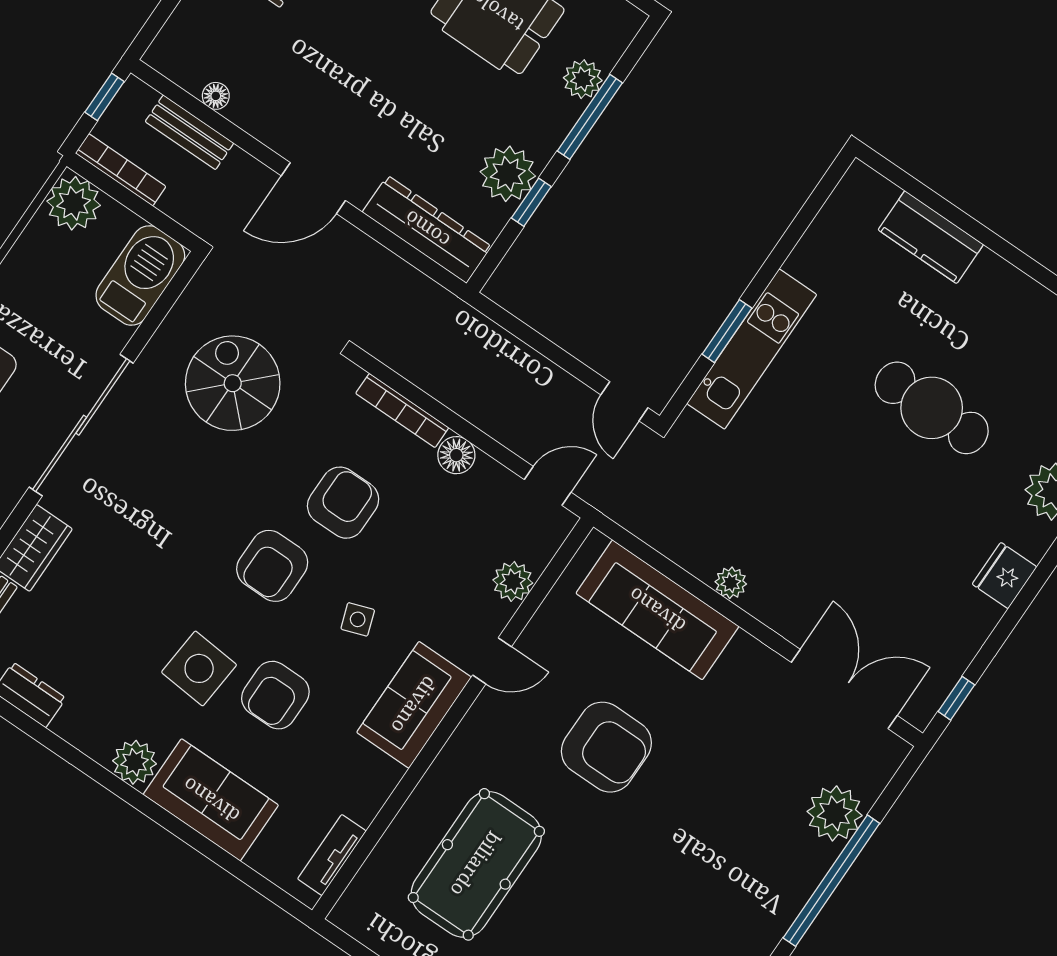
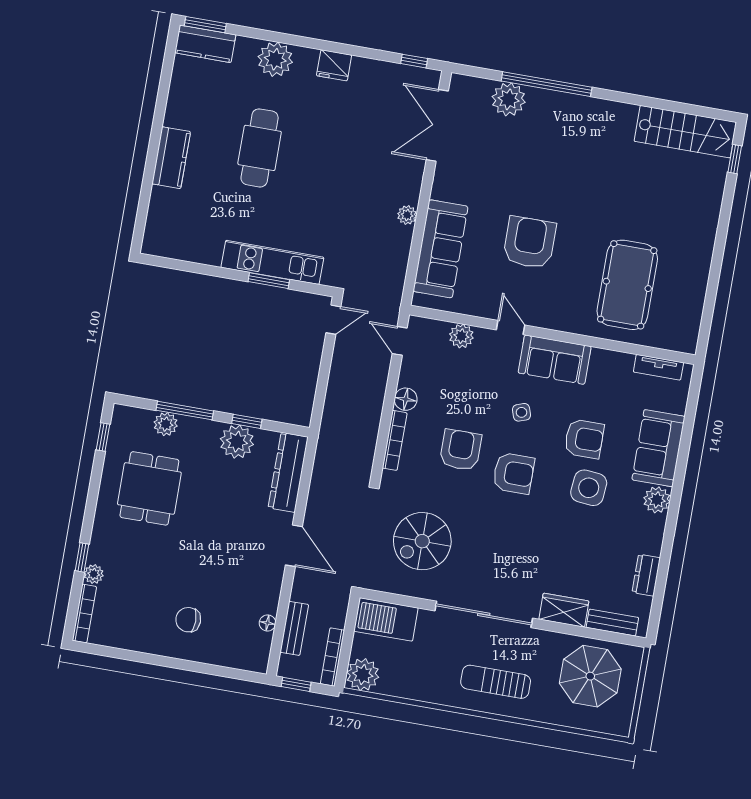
kitchen counter: (931, 237) -> (171, 158), moved
armchair: (343, 503) -> (461, 450), turned 90
pool table: (476, 864) -> (627, 285), turned 90

